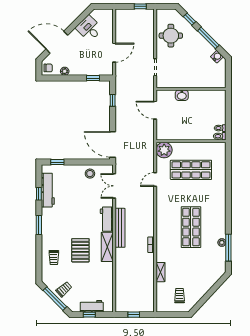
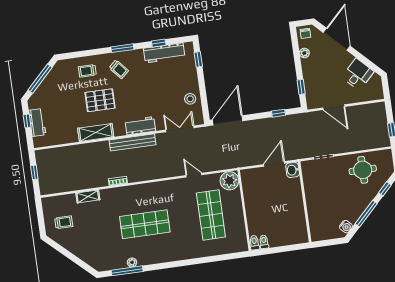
washbasin: (182, 95) -> (293, 170), moved
shelving: (107, 247) -> (96, 132), moved
trolley: (64, 289) -> (119, 69), moved

